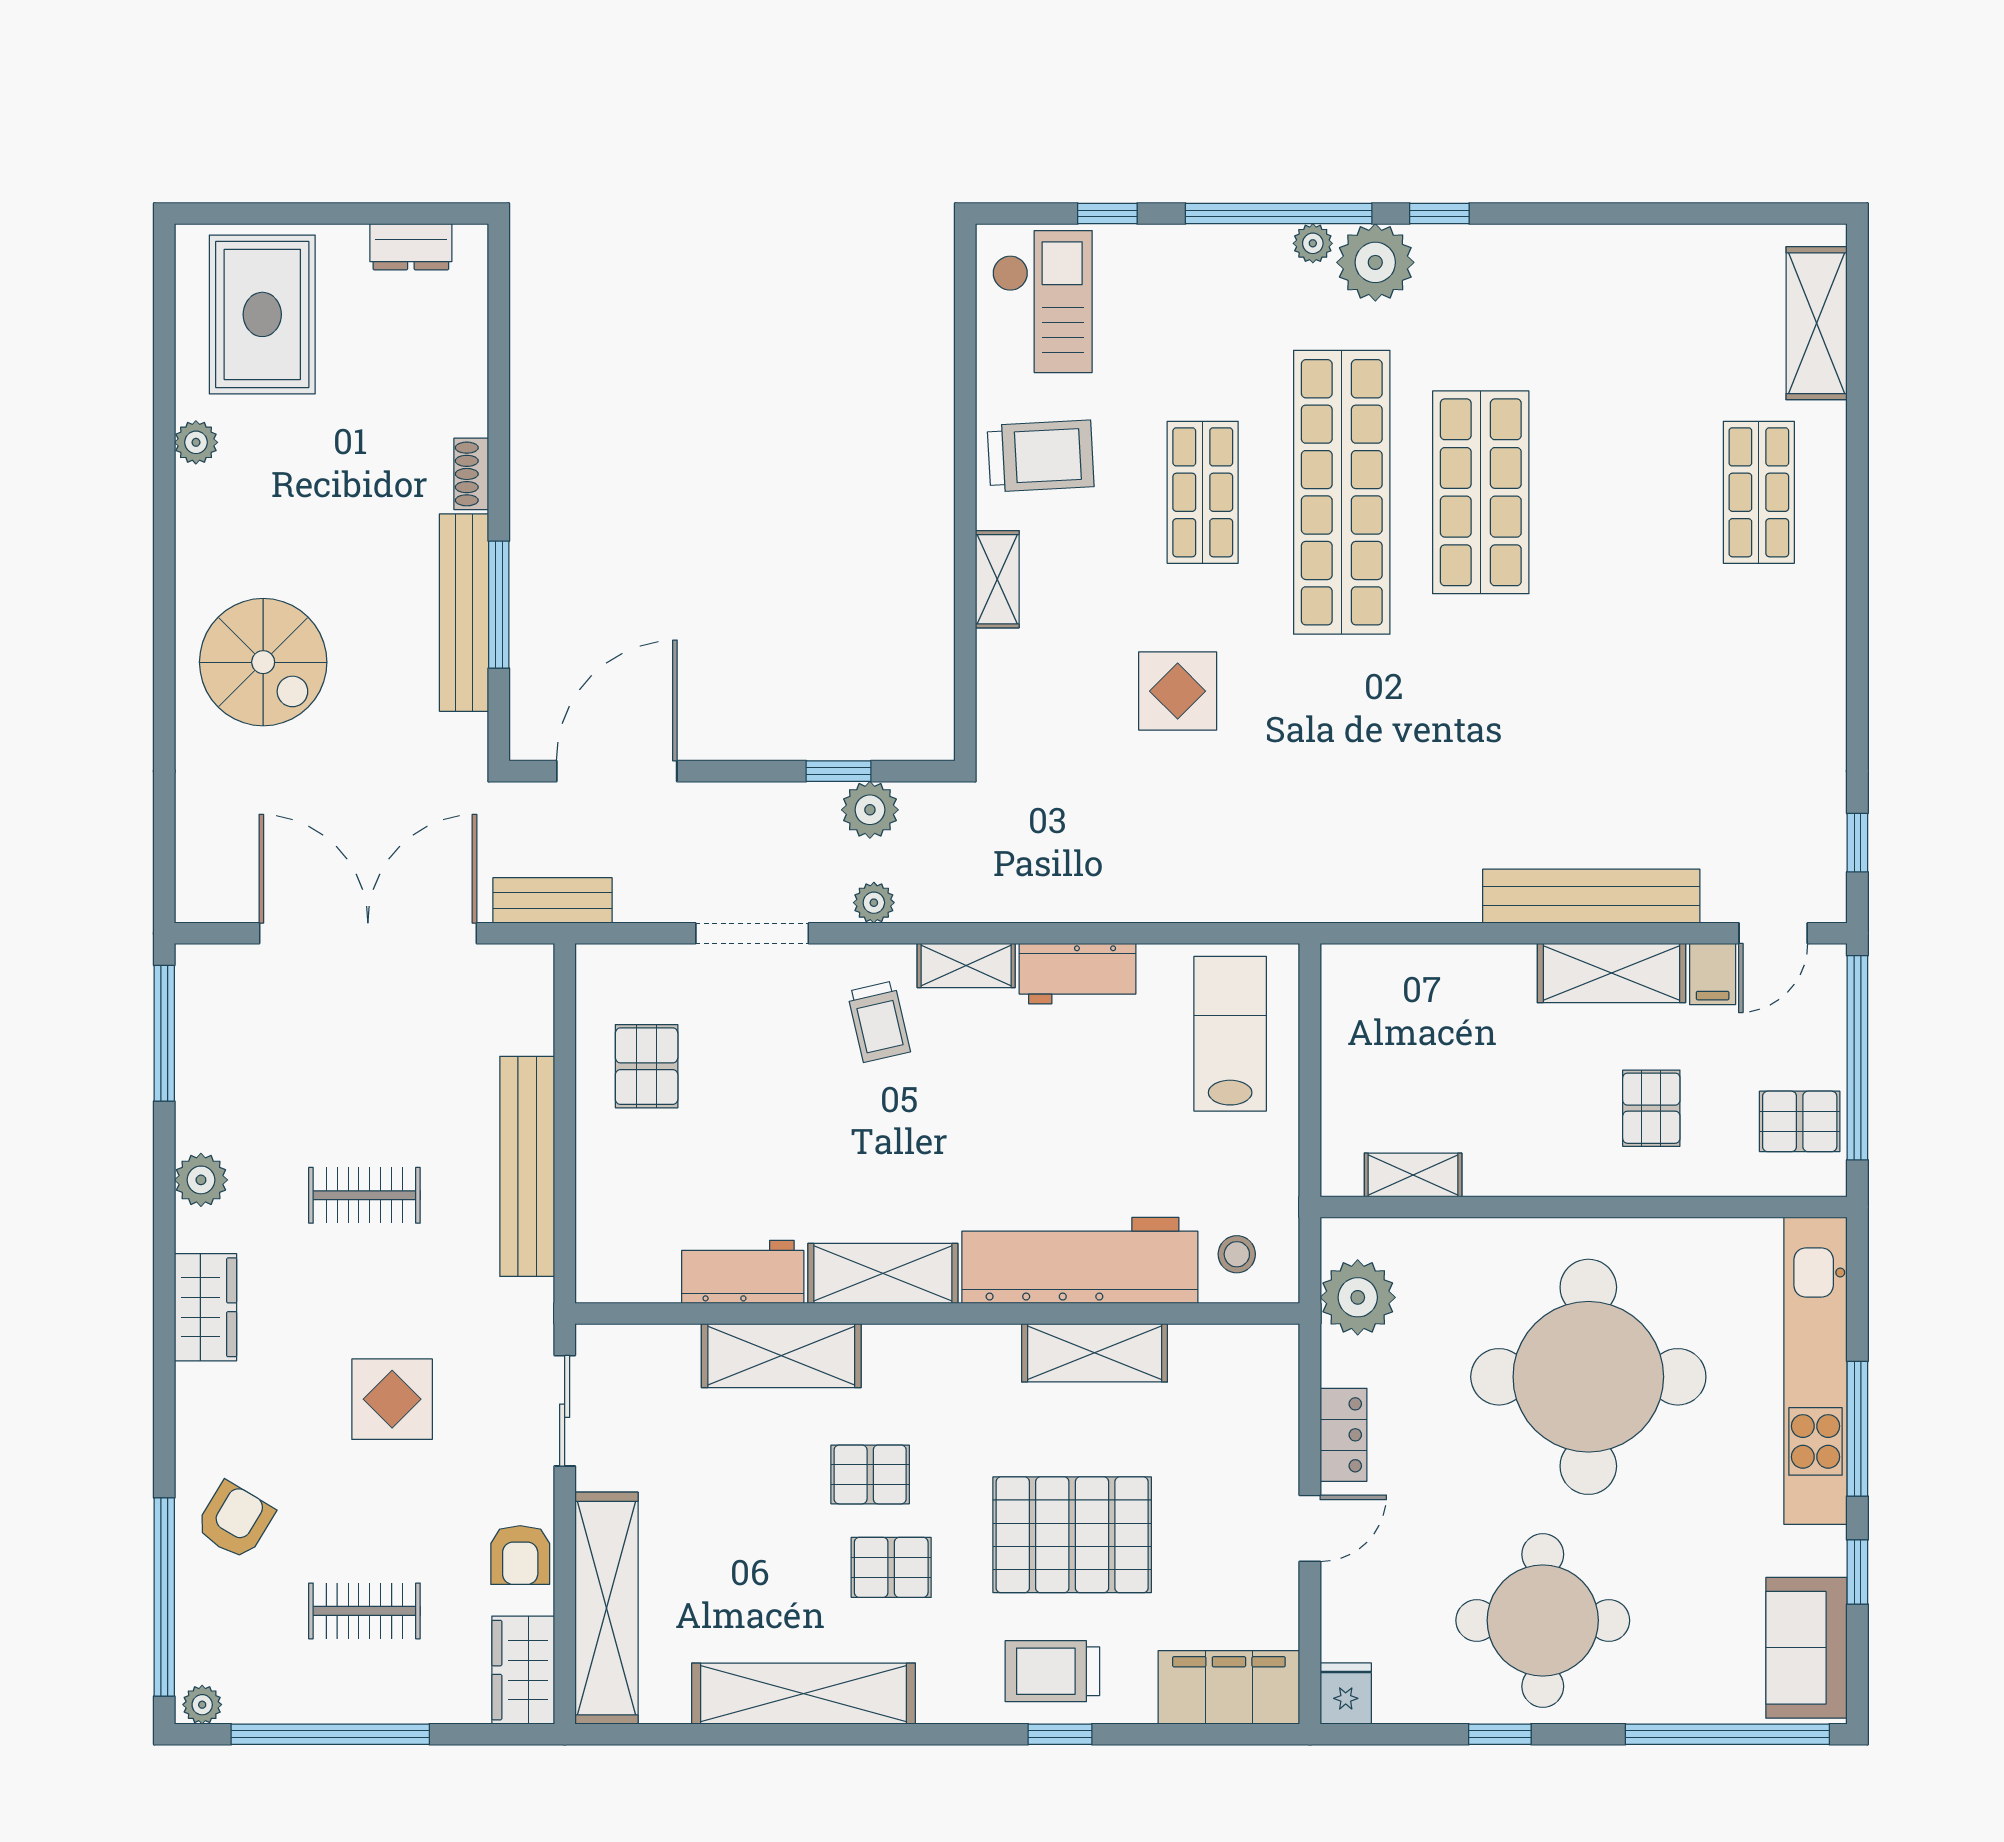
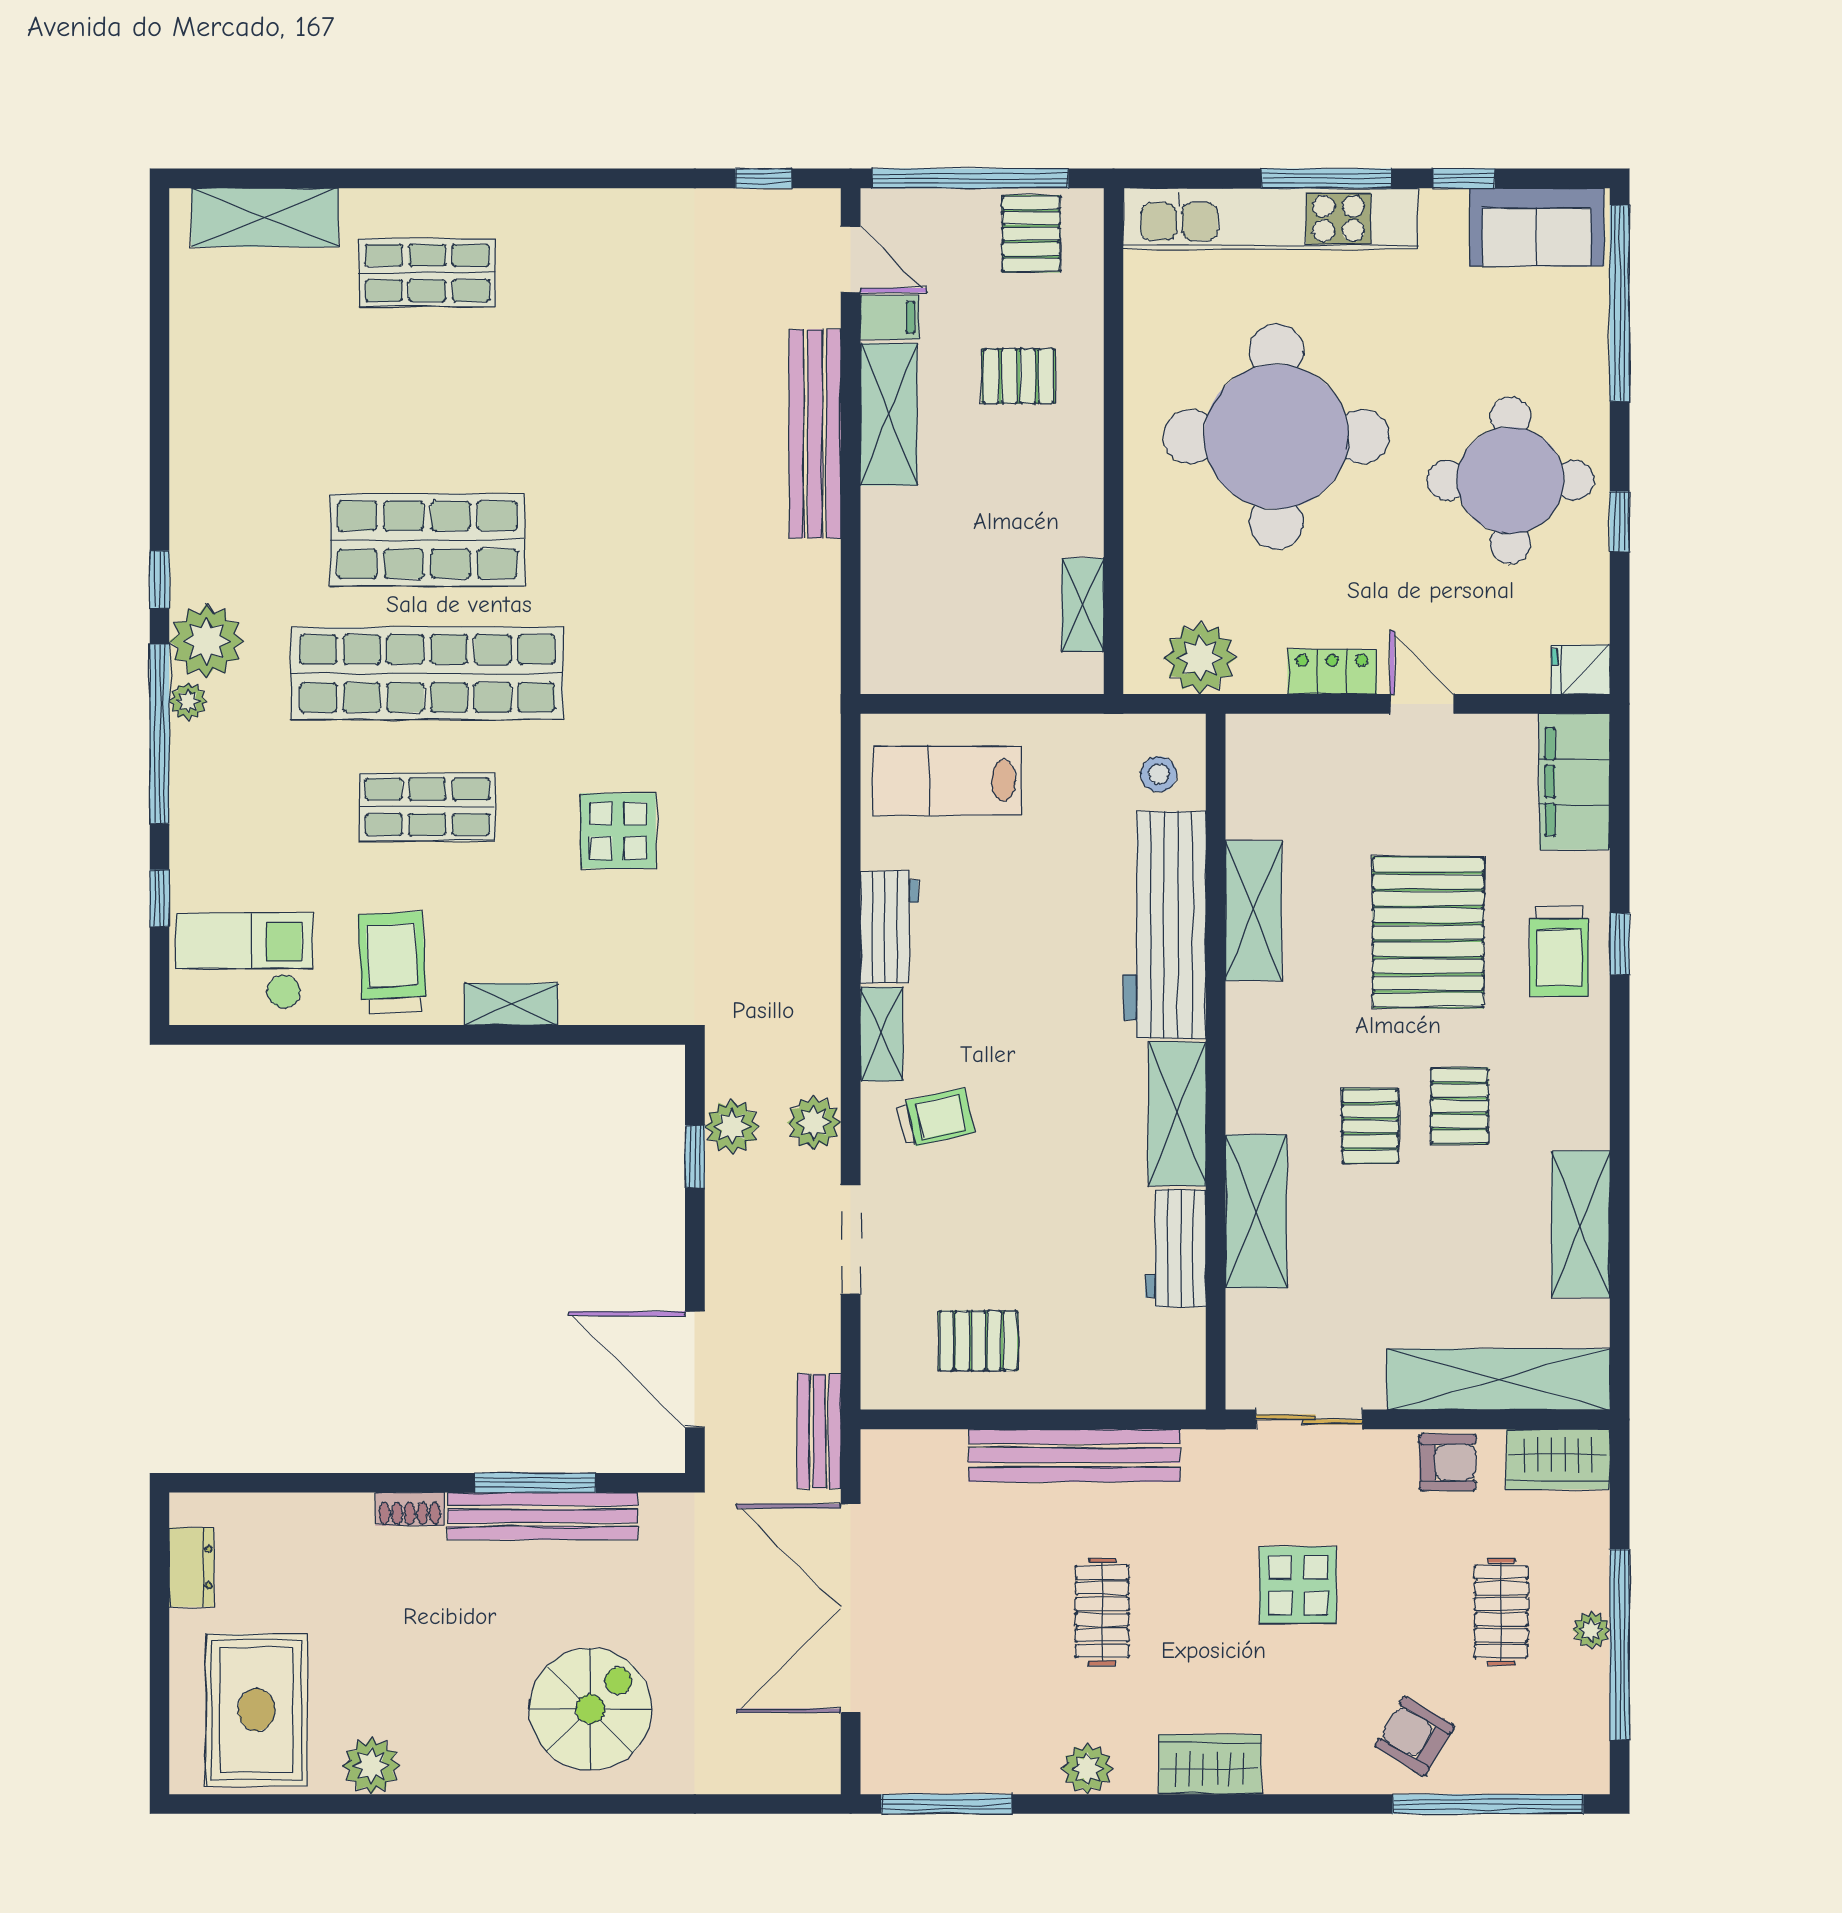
rug: (262, 314) -> (256, 1710), turned 90
plant: (196, 442) -> (371, 1766), width x1.38, depth x1.38
plant: (874, 903) -> (814, 1123), width x1.38, depth x1.38
shelving: (804, 1694) -> (1581, 1224), width x0.68
plant: (202, 1705) -> (1591, 1630), moved

